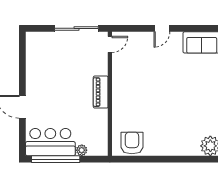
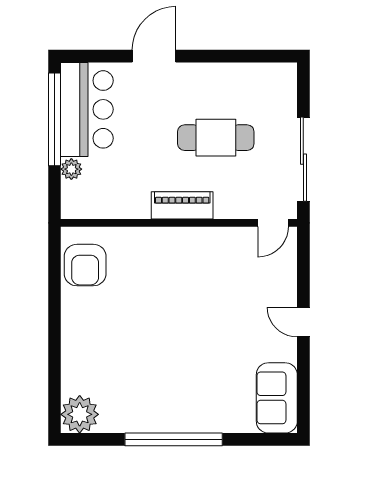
door: (110, 44) -> (273, 223), hinge flipped
cafe table: (65, 74) -> (216, 138), added
armchair: (132, 143) -> (85, 265), turned 90

